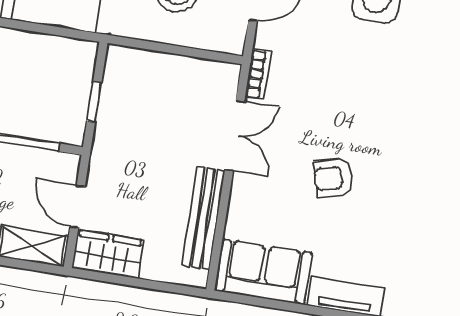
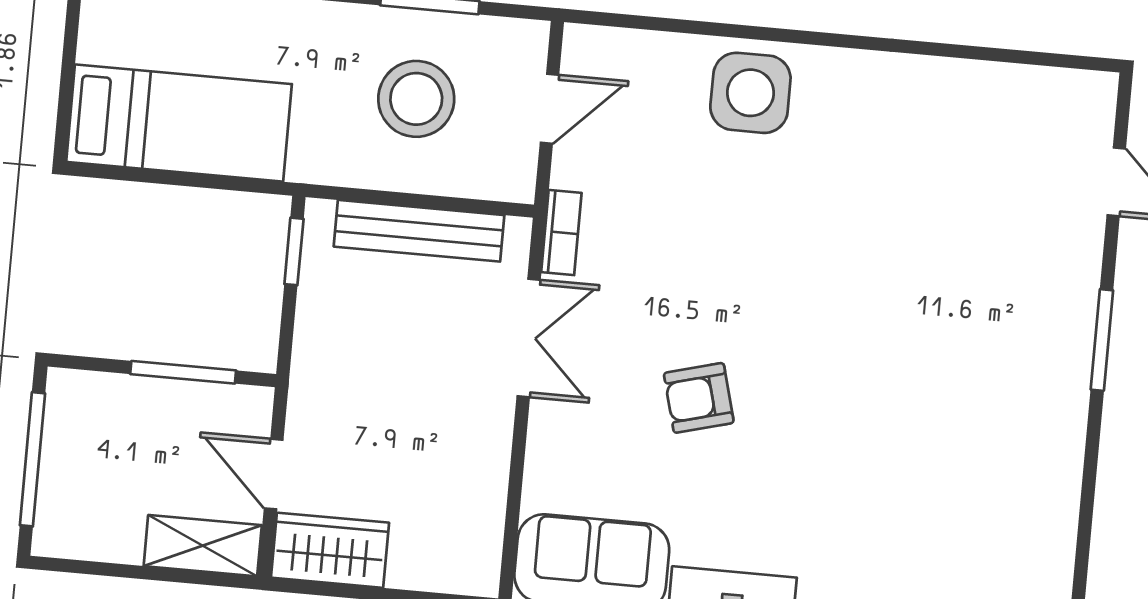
window: (94, 102) -> (294, 251), moved
bench: (203, 218) -> (419, 231), moved, turned 90

